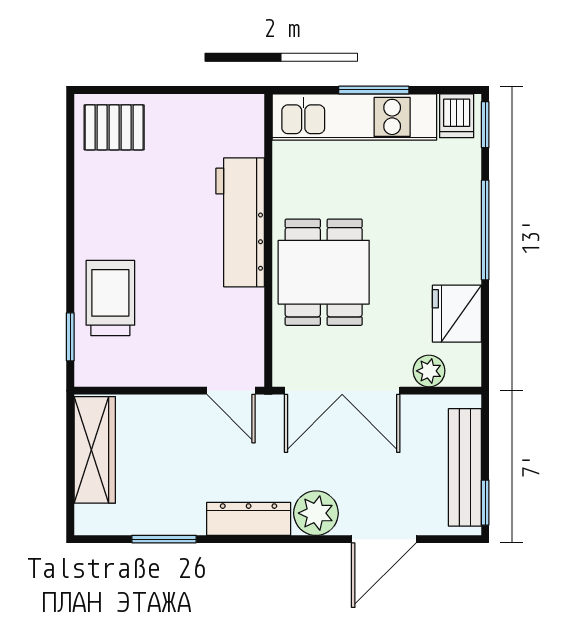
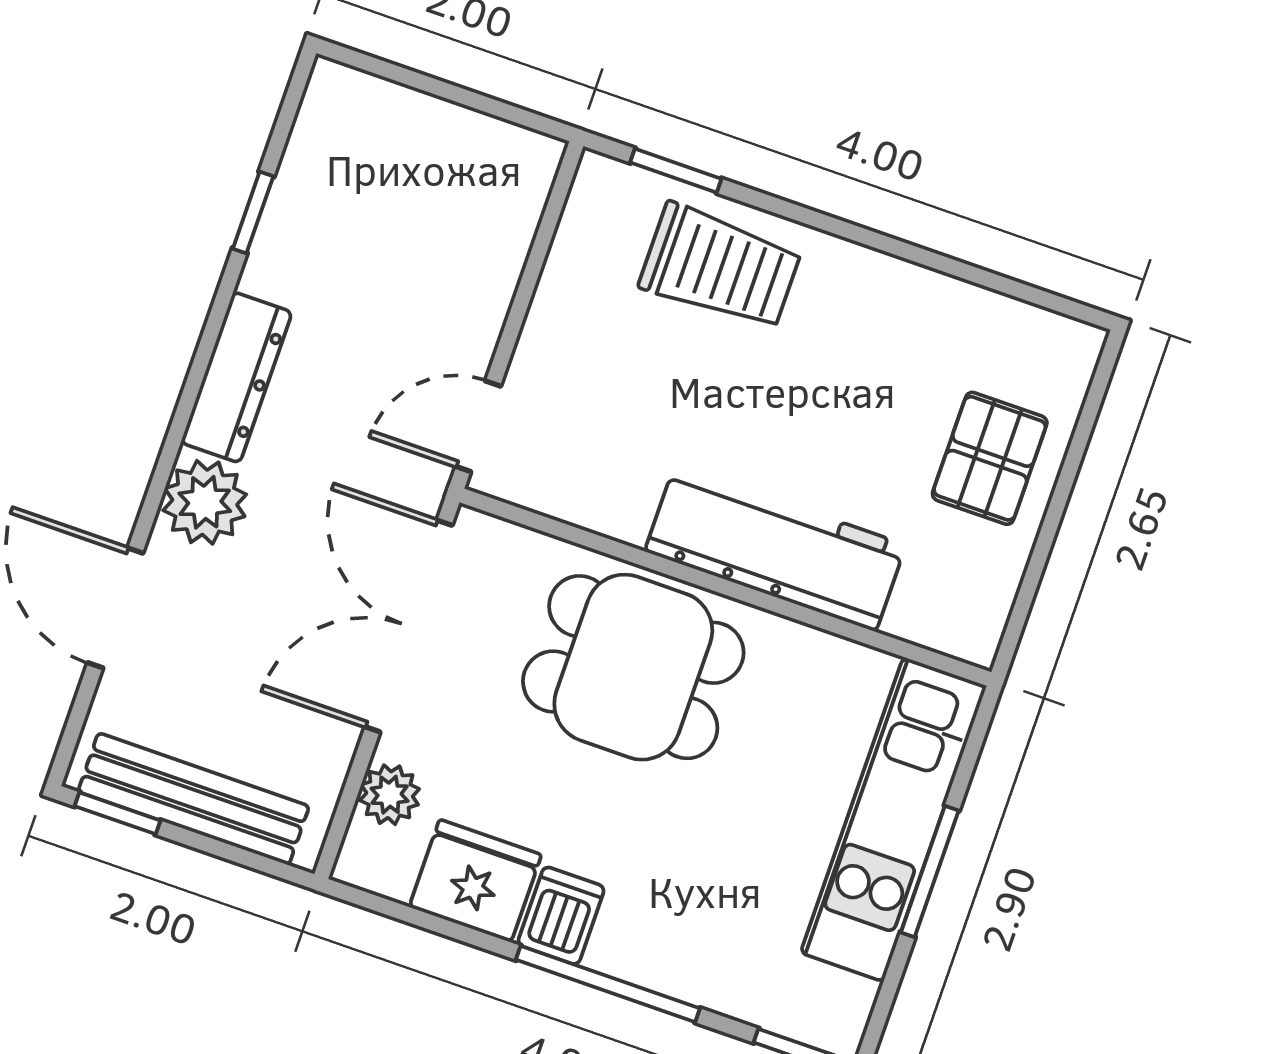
dishwasher: (457, 116) -> (561, 916), moved, turned 90
pallet: (114, 127) -> (990, 458), moved
wardrobe: (95, 450) -> (457, 144), removed
window: (164, 539) -> (253, 212), width x0.67

